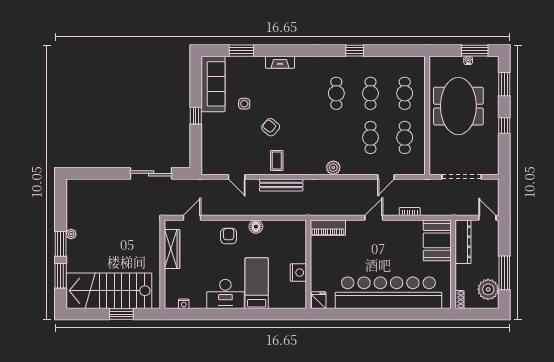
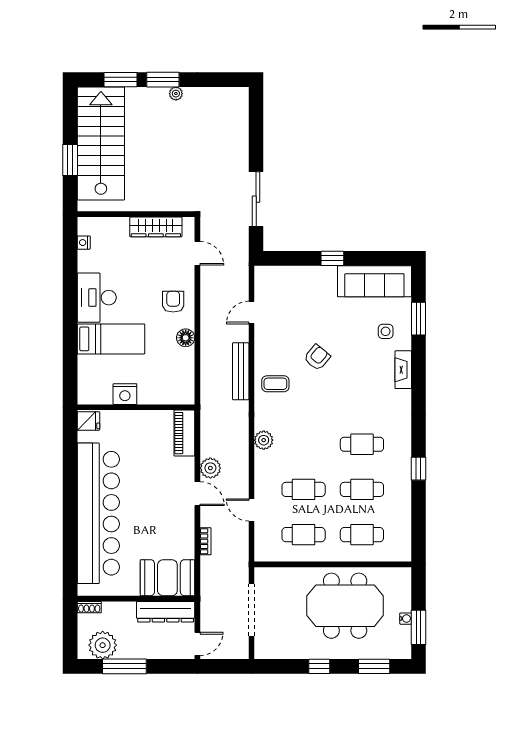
side table: (244, 104) -> (386, 331), moved
coffee table: (277, 160) -> (275, 384), moved
plant: (354, 208) -> (210, 468), added
armchair: (229, 236) -> (173, 302), turned -90

